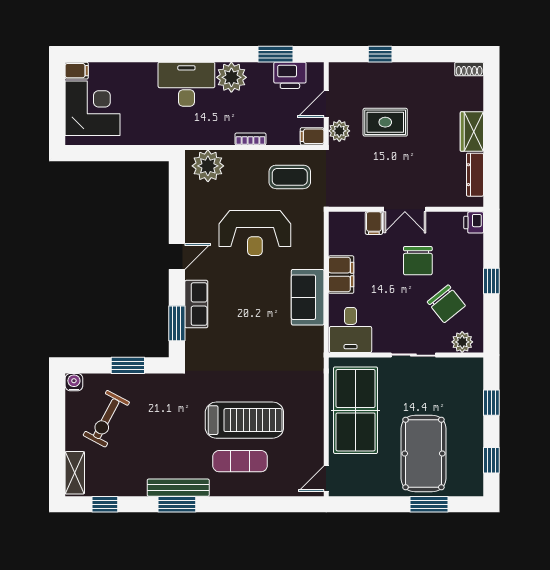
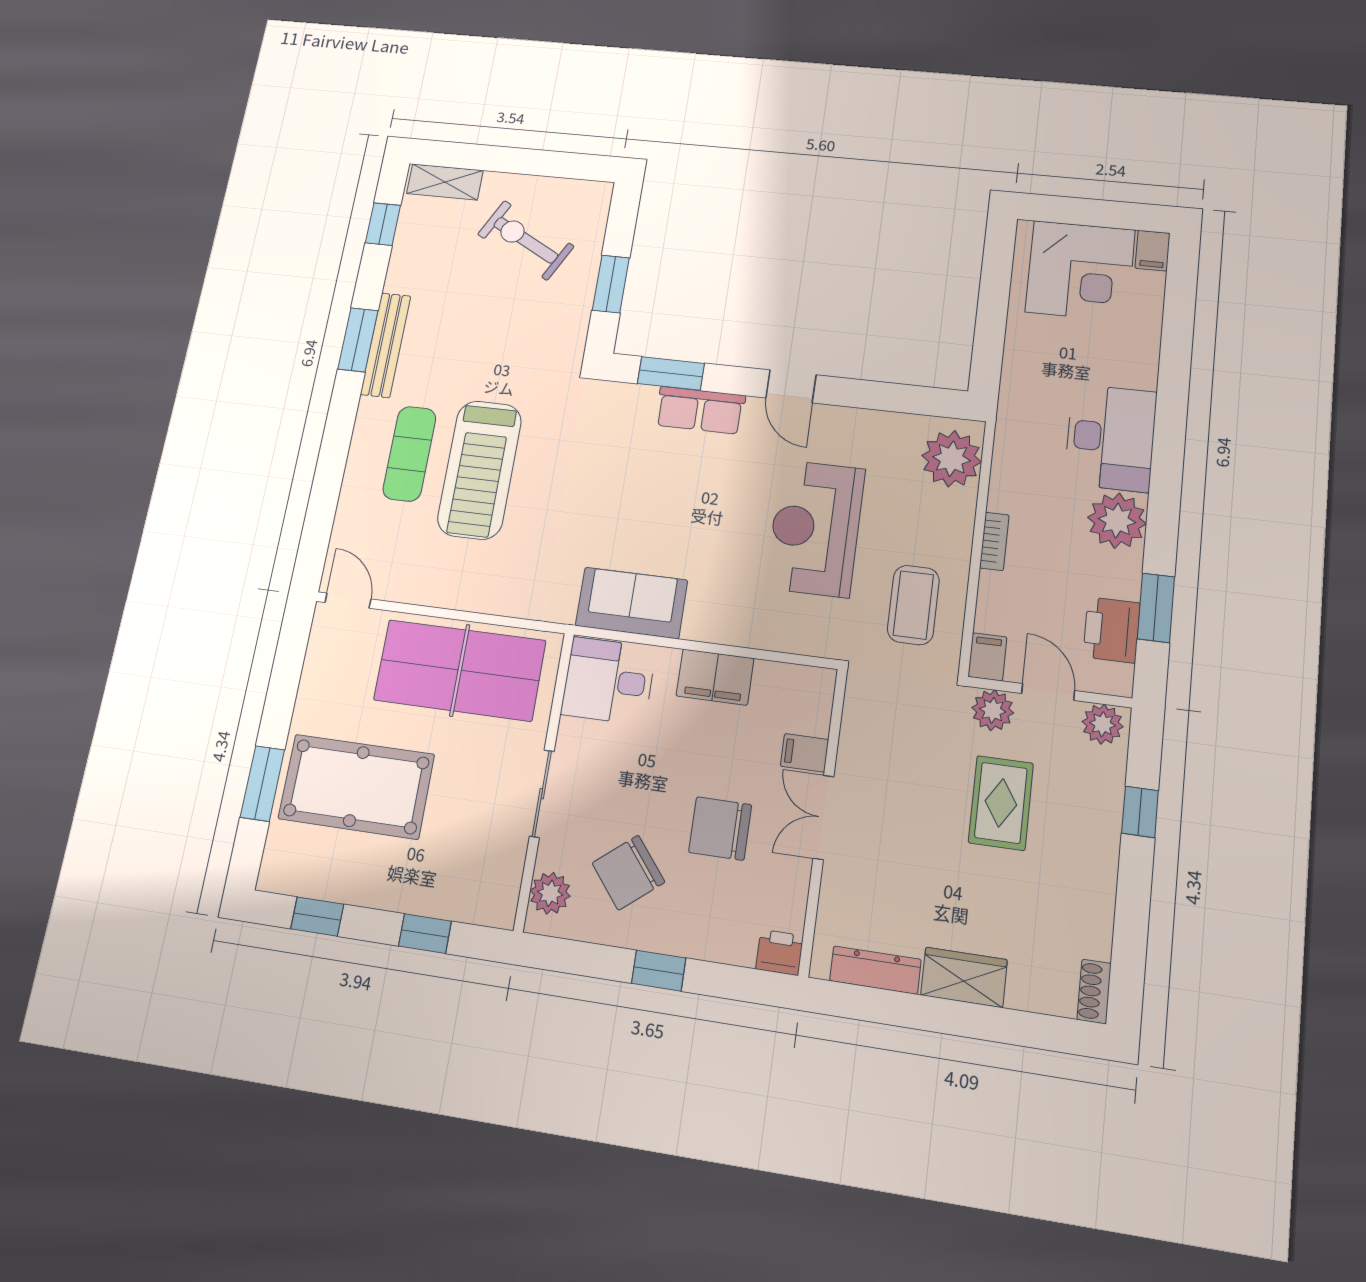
plant: (339, 76) -> (1103, 724), added
sofa: (308, 297) -> (632, 603), moved
water cooler: (74, 382) -> (597, 195), removed

